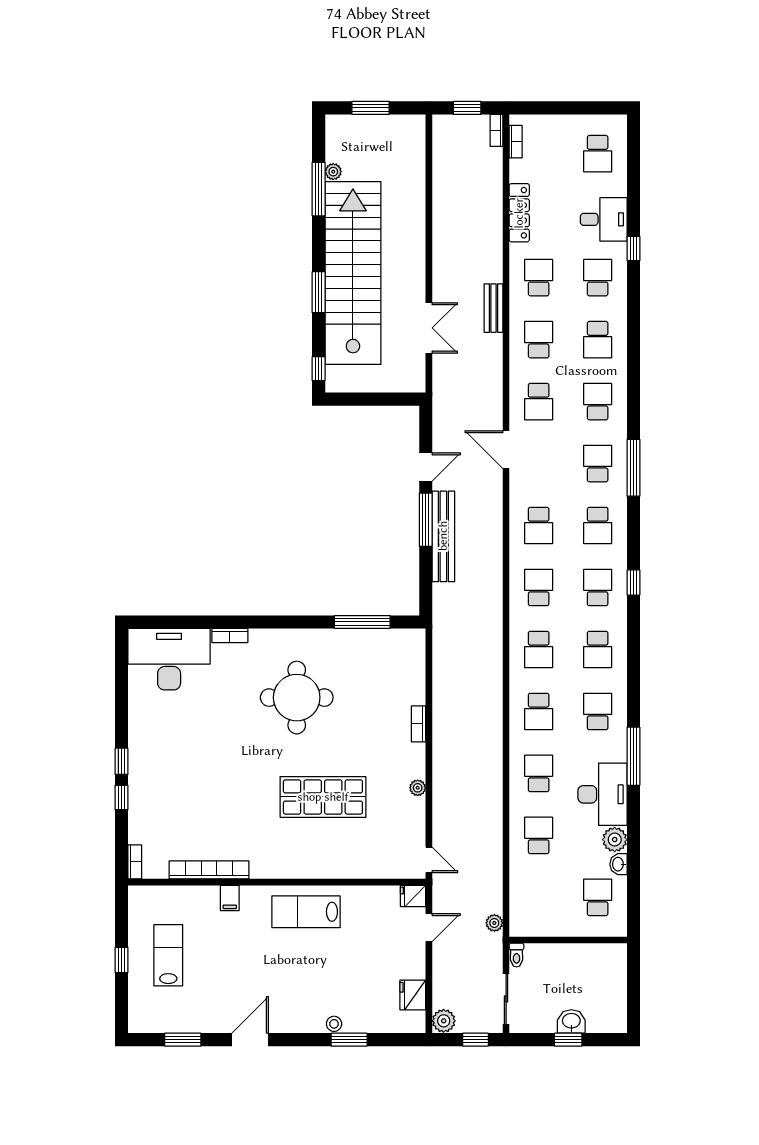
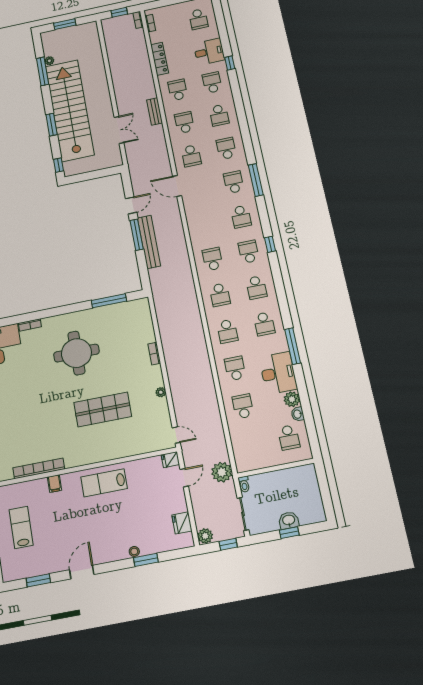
school desk: (539, 526) -> (205, 224), removed
school desk: (598, 711) -> (264, 324), turned 180
school desk: (598, 897) -> (289, 437), turned 180
plant: (494, 923) -> (222, 472), width x1.88, depth x1.88

